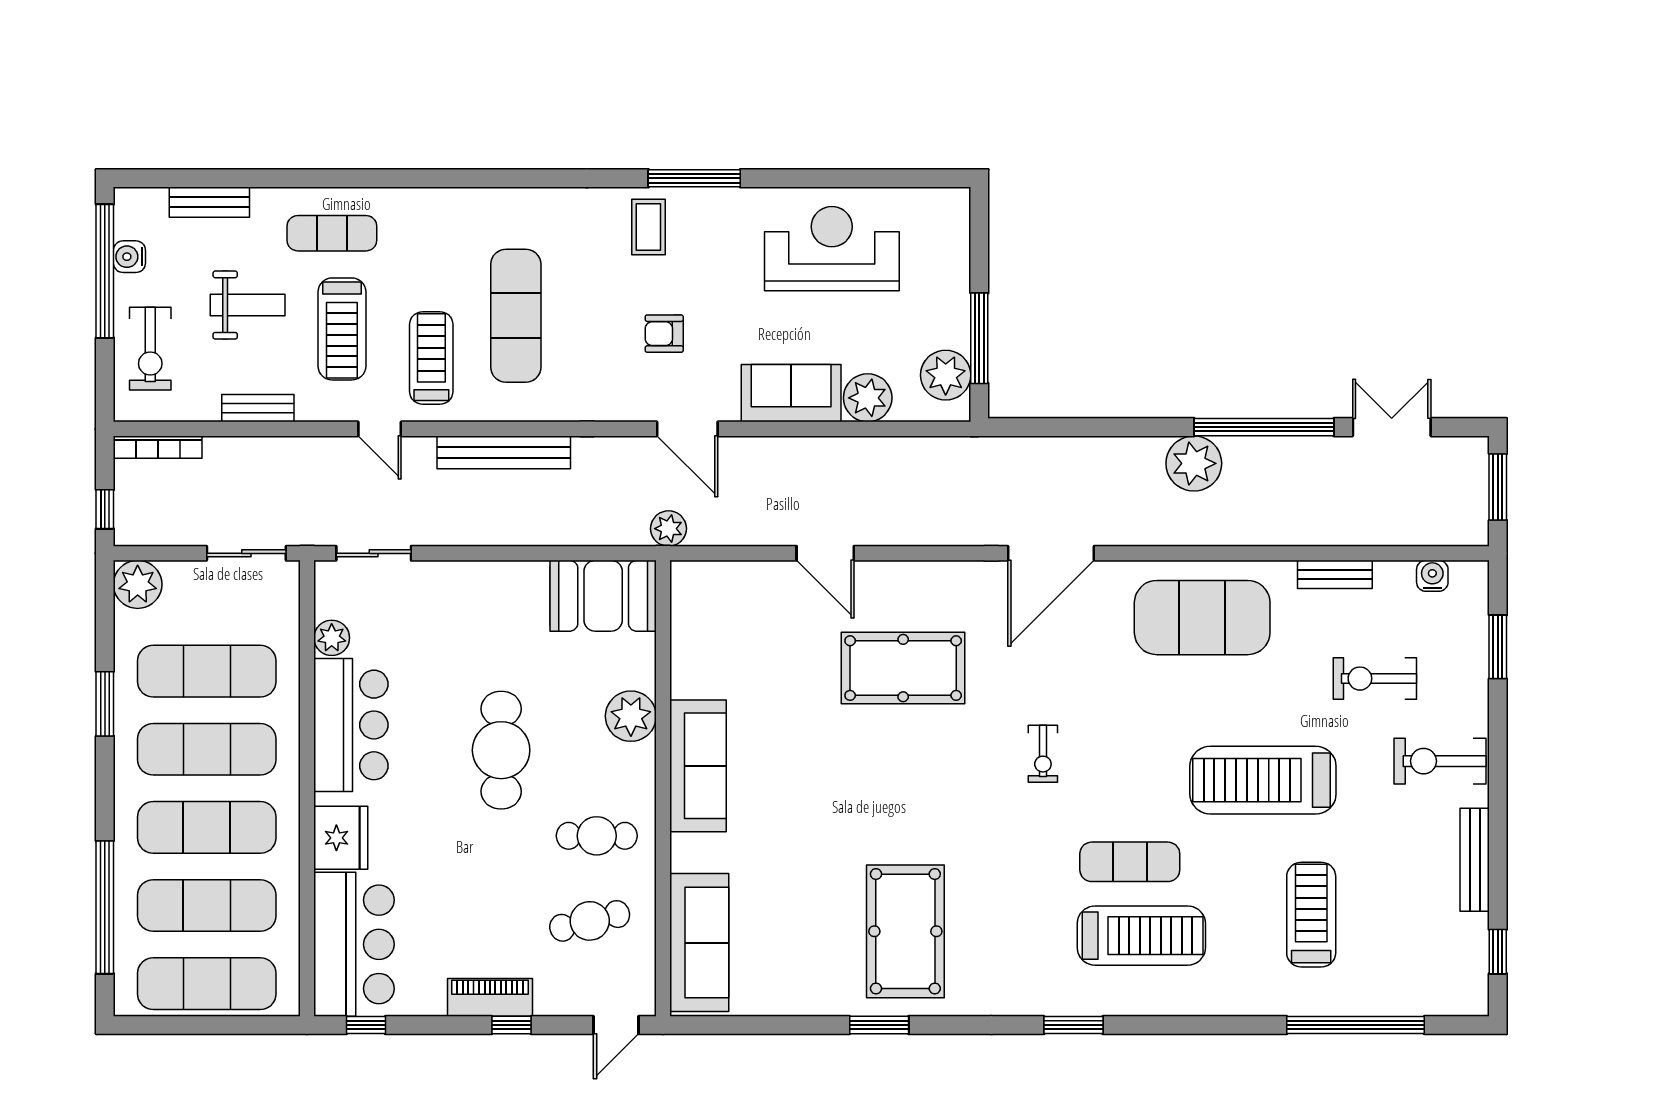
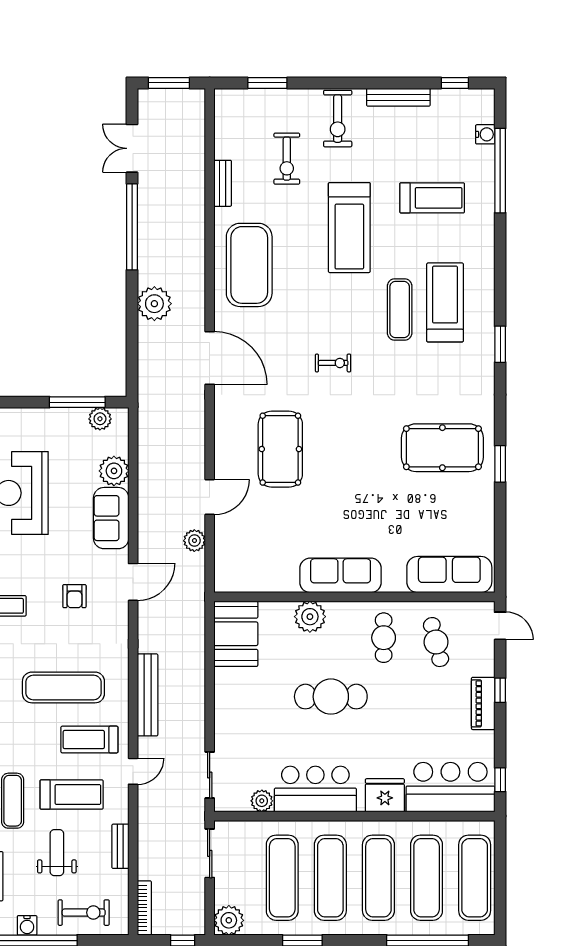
plant: (946, 375) -> (100, 419), width x0.73, depth x0.73
plant: (1194, 463) -> (154, 304), moved
plant: (669, 529) -> (194, 541), moved
water cooler: (1432, 576) -> (485, 134), moved, turned 180
treadmill: (1311, 915) -> (432, 198), turned 180

